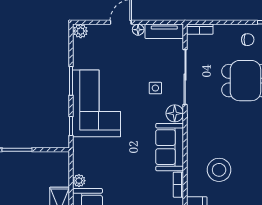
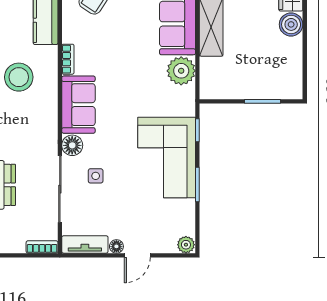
plant: (79, 181) -> (181, 71), width x1.88, depth x1.88

